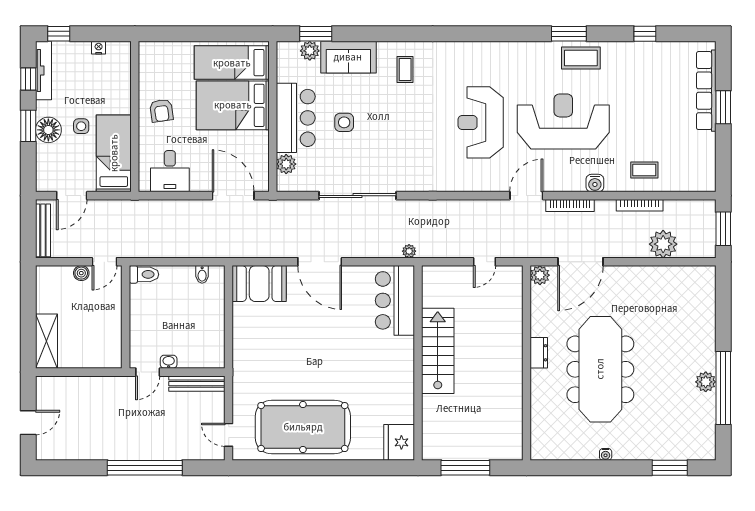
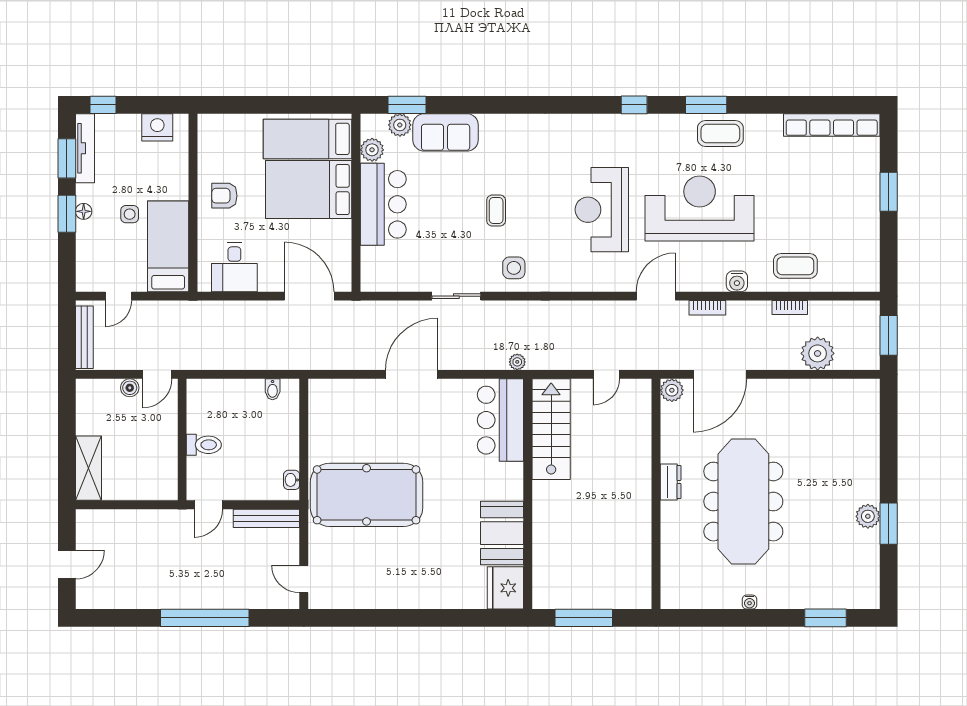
window: (645, 34) -> (634, 105), moved
nightstand: (99, 48) -> (157, 127), width x1.89, depth x1.79
coffee table: (405, 69) -> (496, 210), moved
window: (28, 79) -> (67, 158), width x1.50
row of seats: (706, 91) -> (832, 125), moved, turned -90
armchair: (161, 111) -> (224, 196), turned 98
side table: (344, 122) -> (514, 268), moved
floor lamp: (48, 130) -> (84, 211), width x0.53, depth x0.53
plant: (286, 164) -> (372, 150), moved
coffee table: (644, 170) -> (795, 266), width x1.36, depth x1.30
door: (72, 196) -> (118, 296), width x0.73
sliding door: (358, 196) -> (456, 296), width x0.54
bookcase: (570, 205) -> (707, 308), width x0.64
bookcase: (640, 205) -> (790, 308), width x0.64
door: (320, 262) -> (412, 374), swing flipped
toilet: (144, 274) -> (204, 445), moved
booth: (259, 284) -> (502, 533), moved, turned 90
stairs: (438, 351) -> (551, 429), moved
washbasin: (169, 362) -> (292, 480), moved, turned -90
window: (723, 388) -> (889, 524), width x0.47
pool table: (303, 427) -> (367, 495), moved

